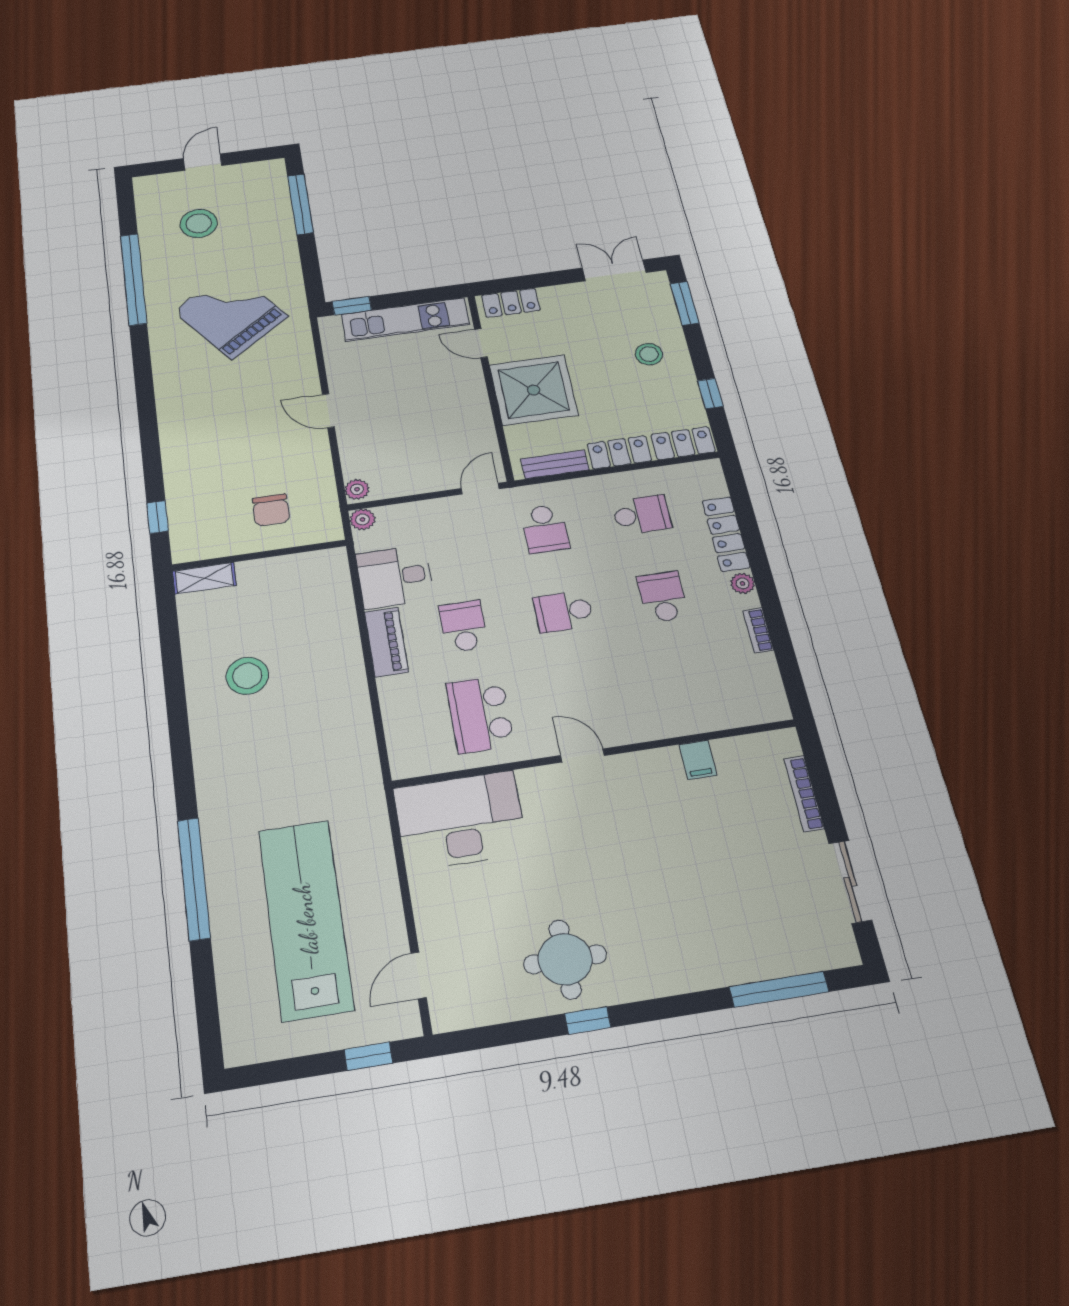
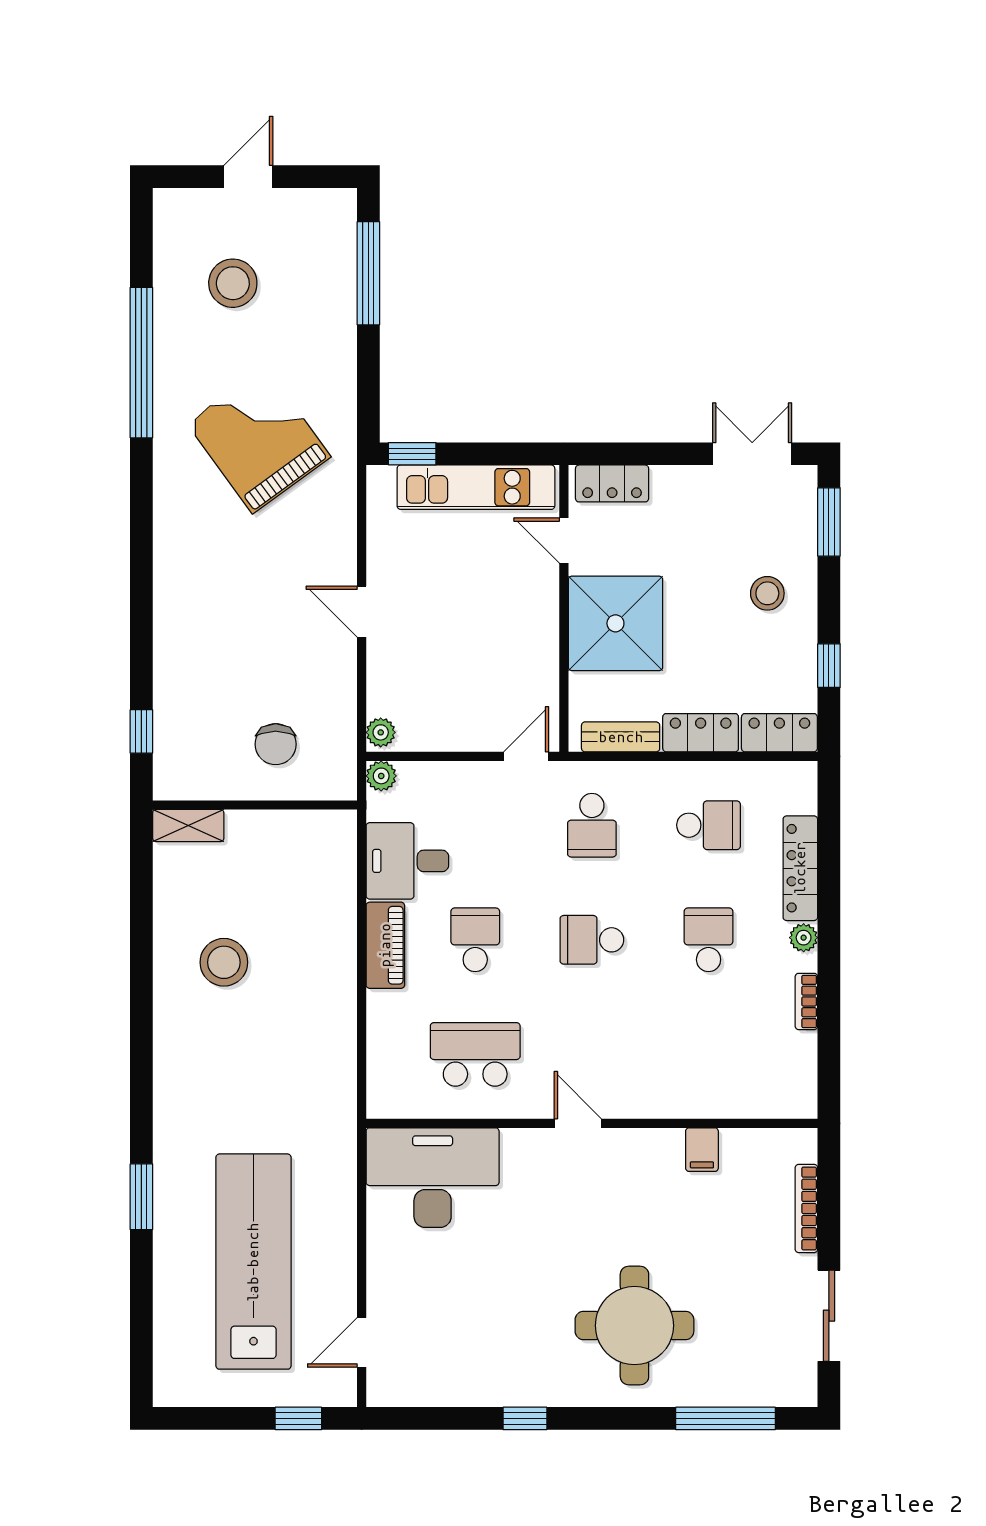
school desk: (480, 714) -> (475, 1054), turned 90
window: (194, 879) -> (141, 1197), width x0.47
round table: (565, 959) -> (634, 1326), moved, width x1.36, depth x1.36

